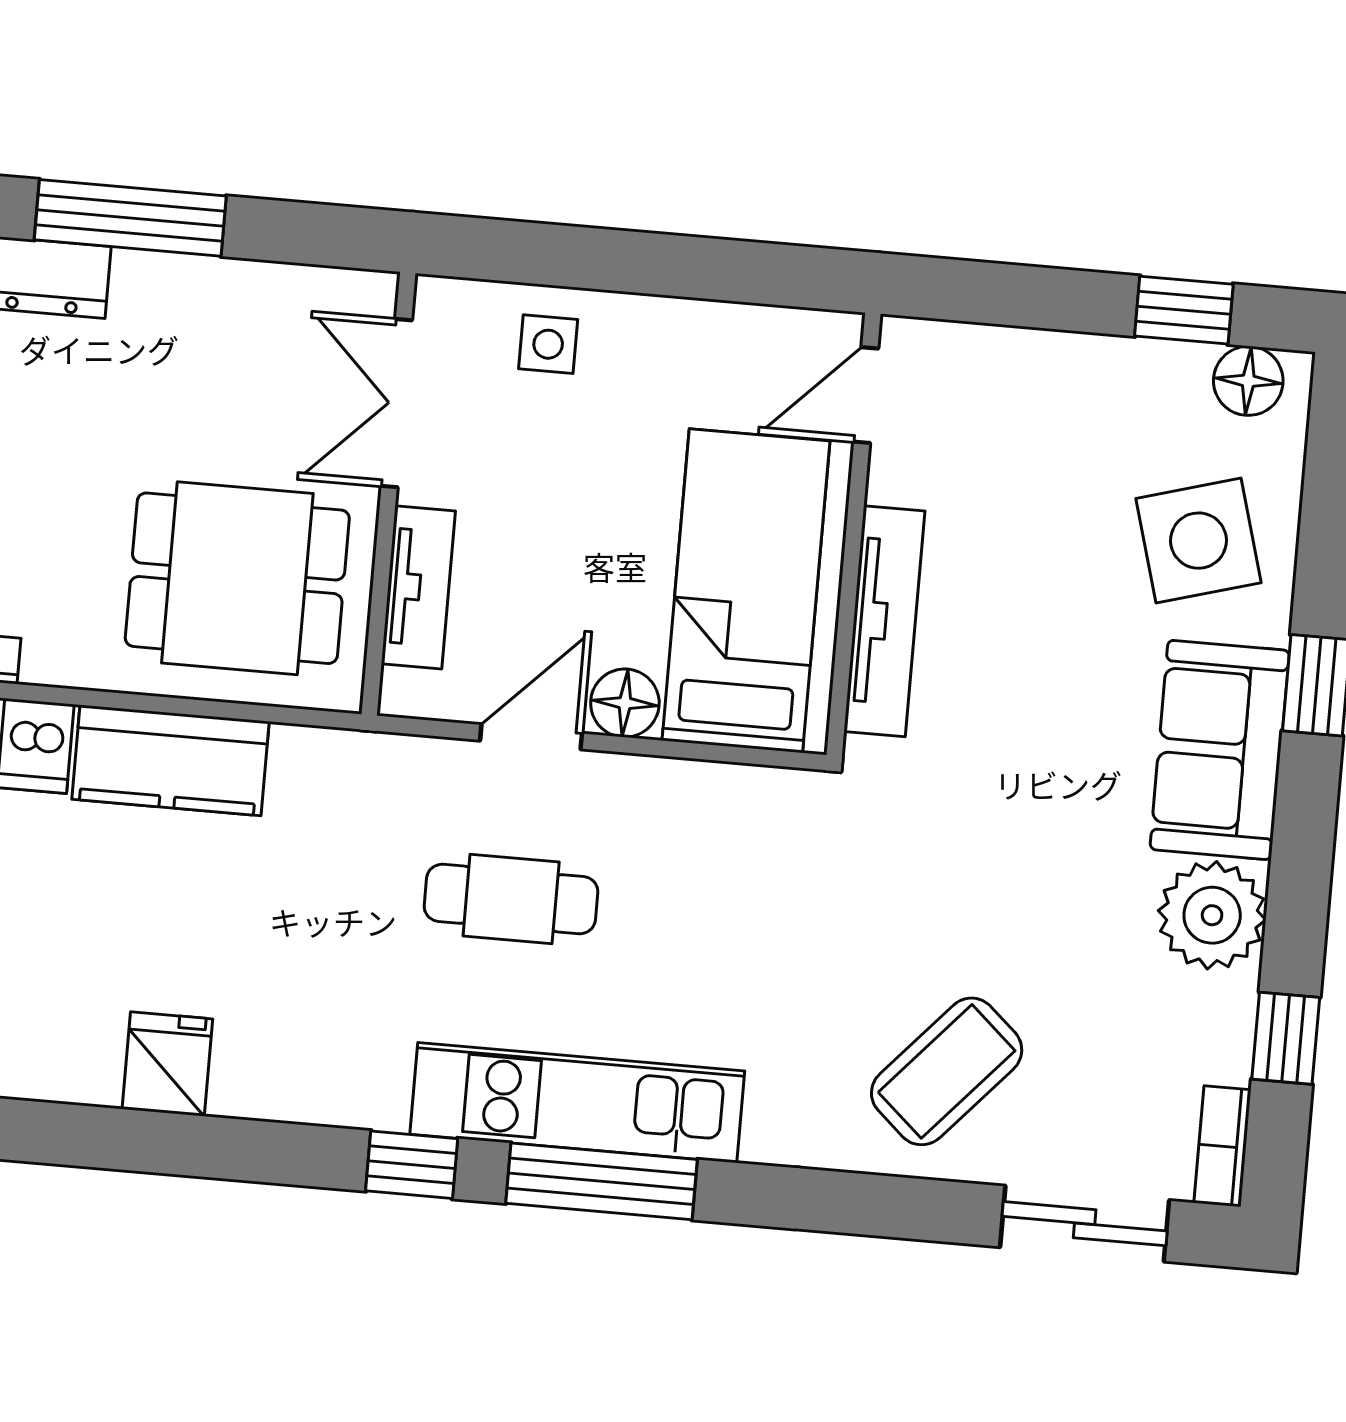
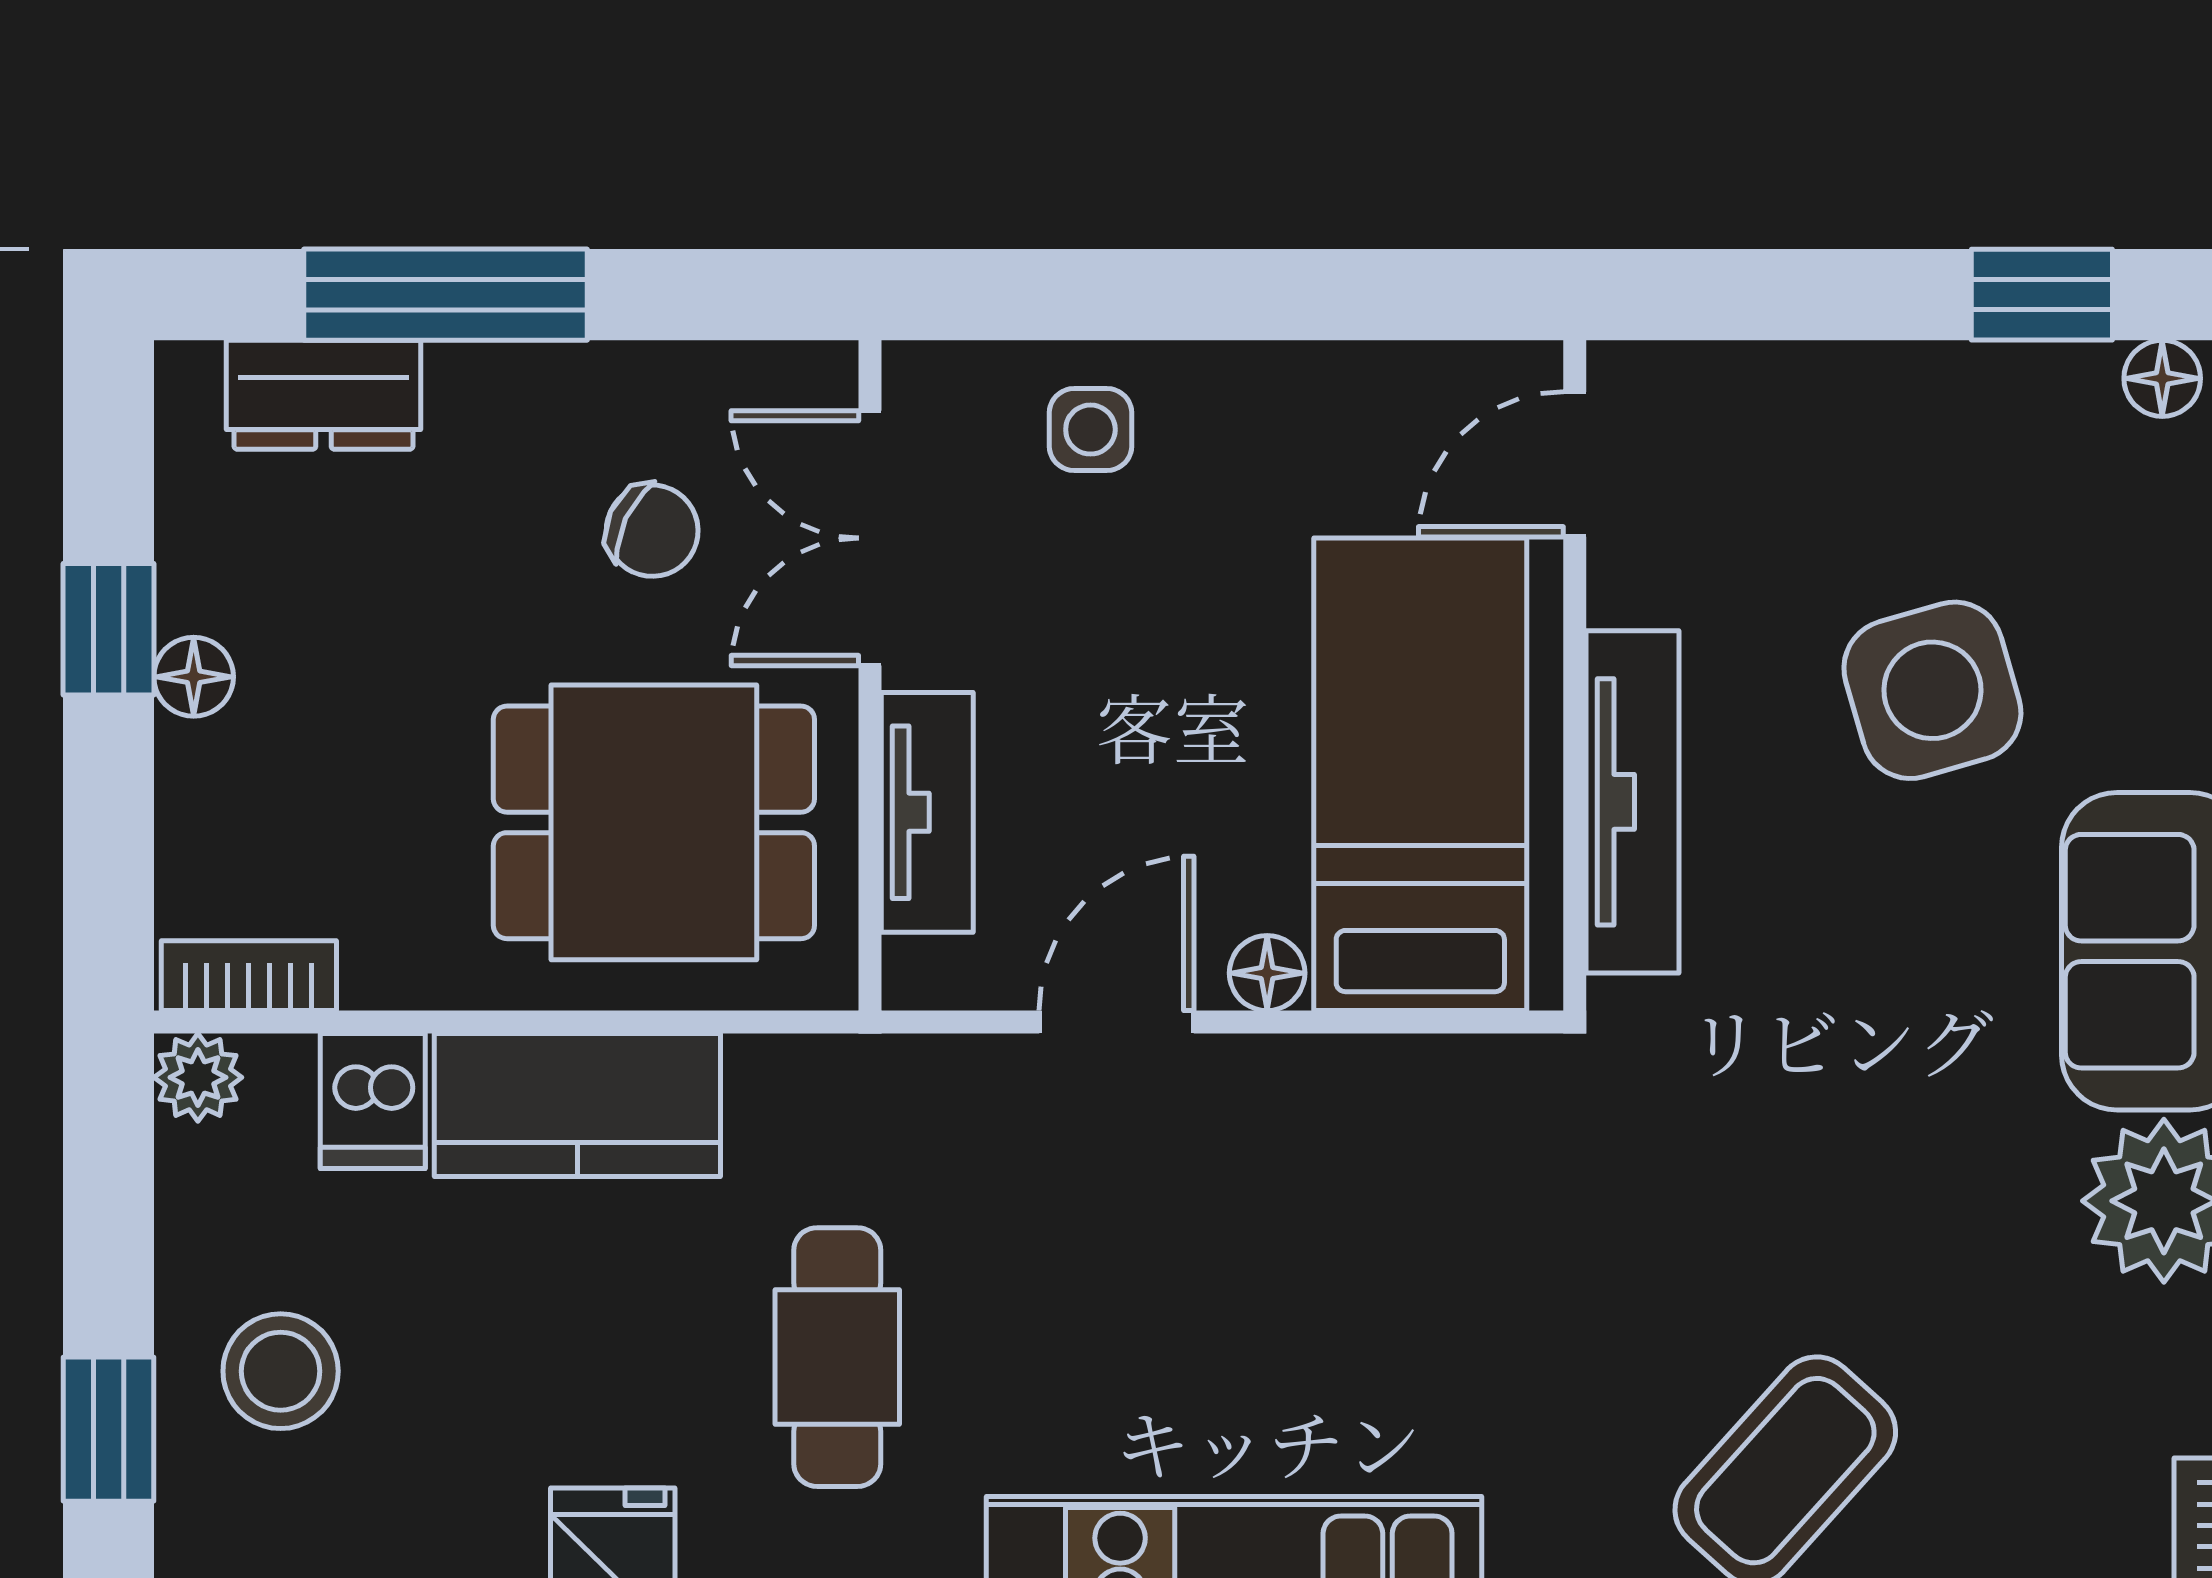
floor lamp: (1248, 381) -> (2162, 378), width x0.73, depth x0.73
chair: (253, 386) -> (652, 531), added
side table: (1198, 541) -> (1932, 690), moved
floor lamp: (625, 703) -> (1267, 973), width x0.73, depth x0.73
cafe table: (511, 899) -> (837, 1357), moved, turned 90

